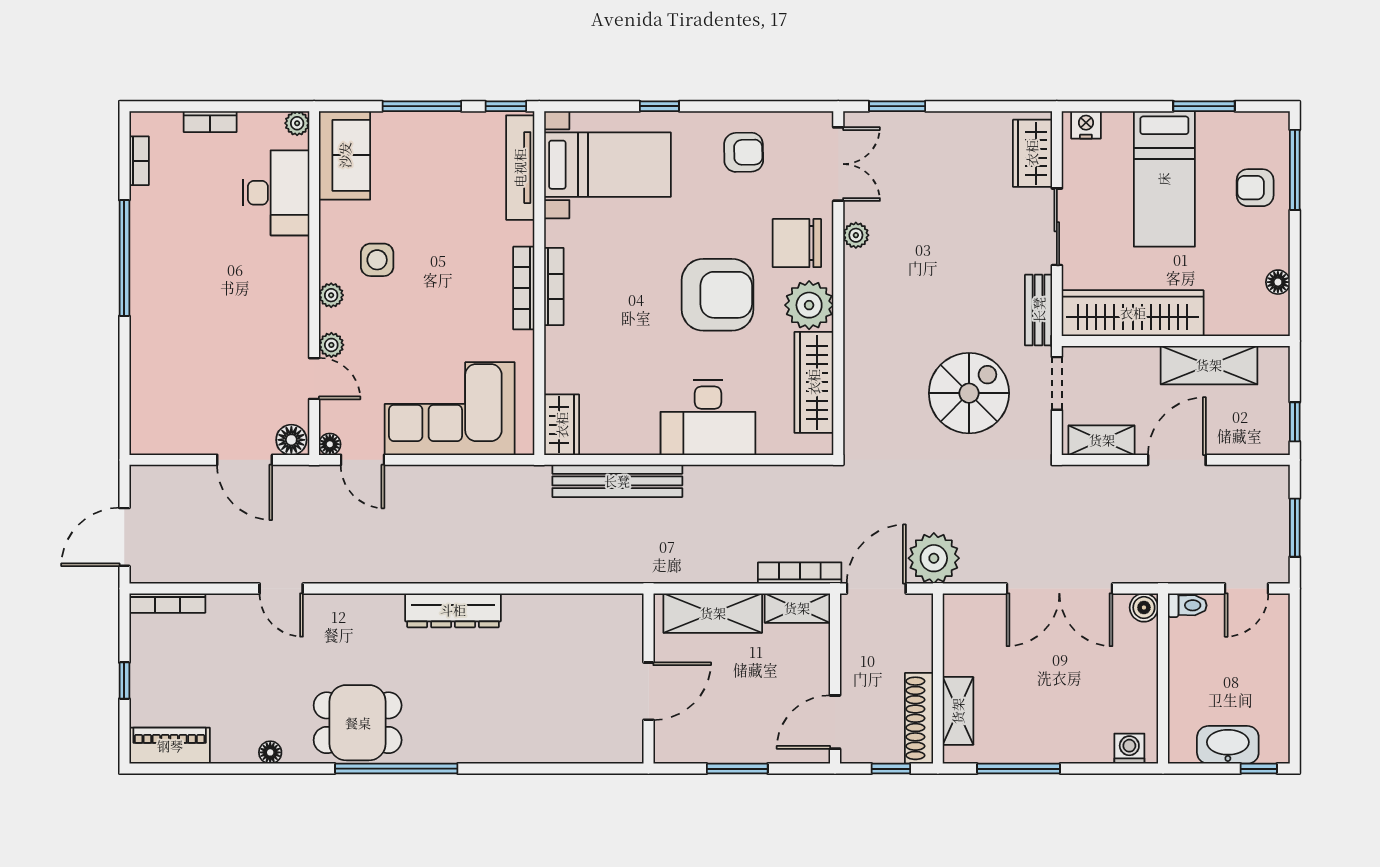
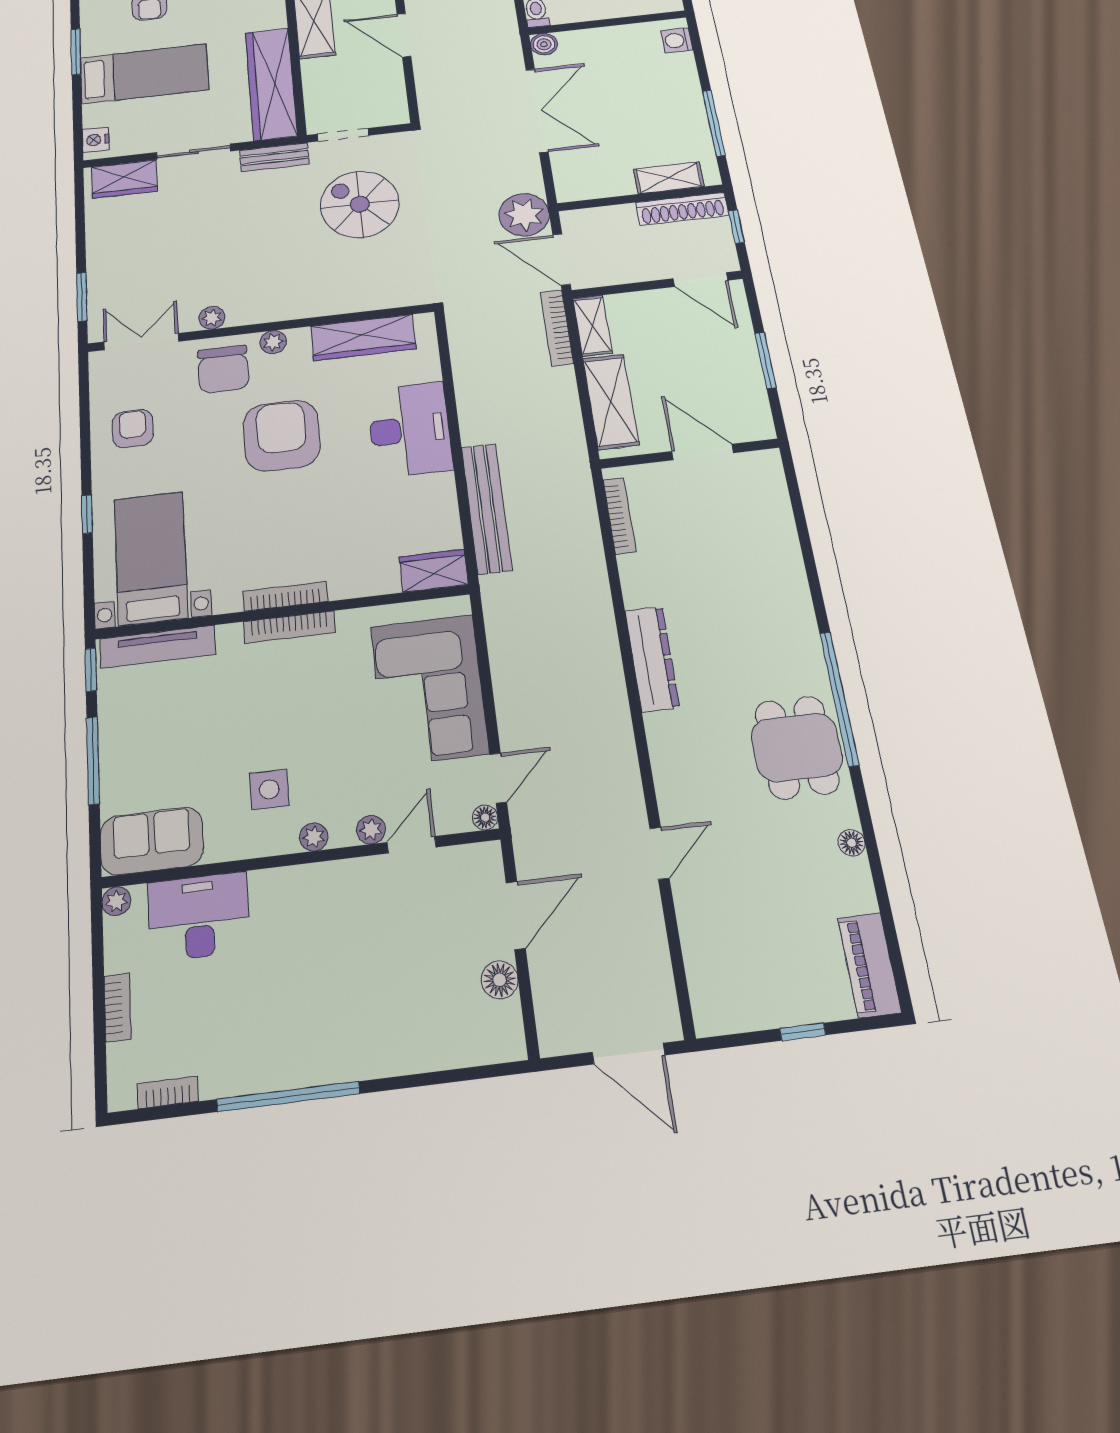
plant: (809, 305) -> (273, 342), width x0.53, depth x0.53
floor lamp: (291, 440) -> (500, 980), moved
shelving: (1102, 440) -> (393, 94), removed
bookcase: (167, 603) -> (620, 516), moved

